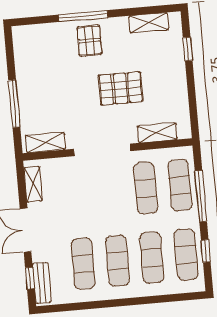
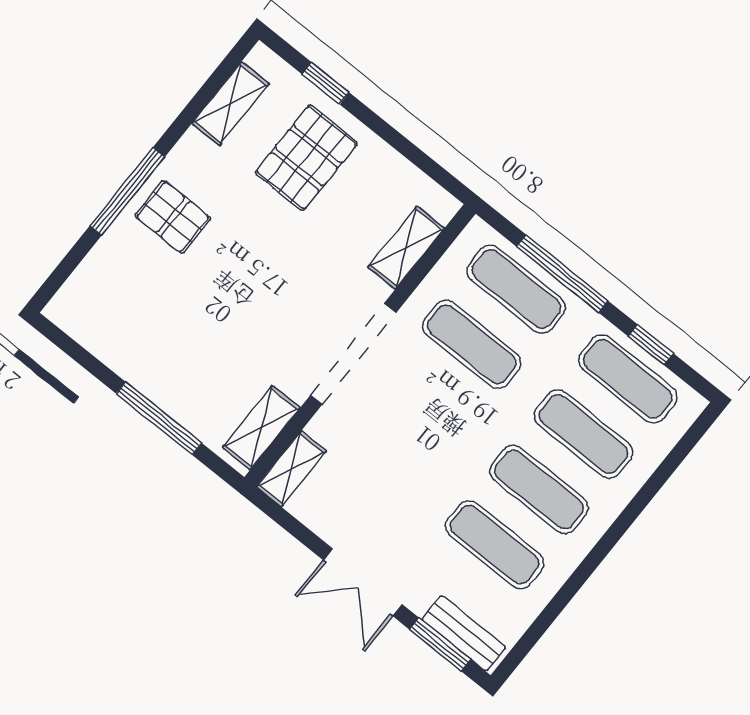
pallet: (121, 88) -> (306, 158), moved
shelving: (33, 184) -> (291, 469), moved, turned 90
window: (30, 278) -> (440, 644), width x1.50

